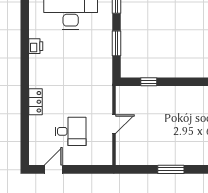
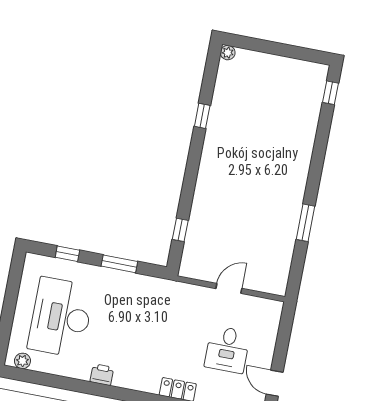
door: (114, 124) -> (229, 288), hinge flipped
desk: (71, 131) -> (227, 349), turned 180

